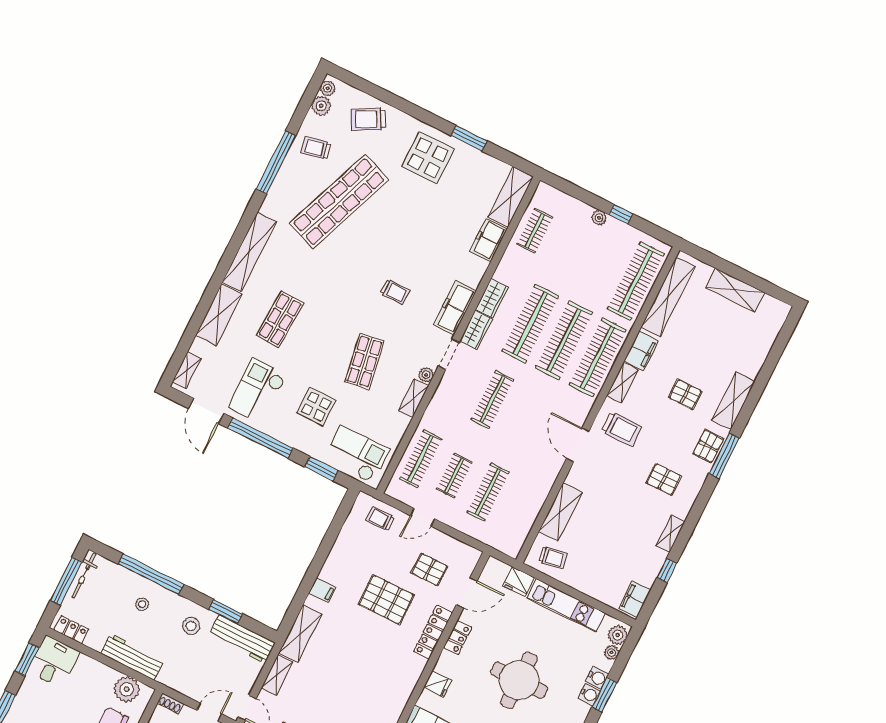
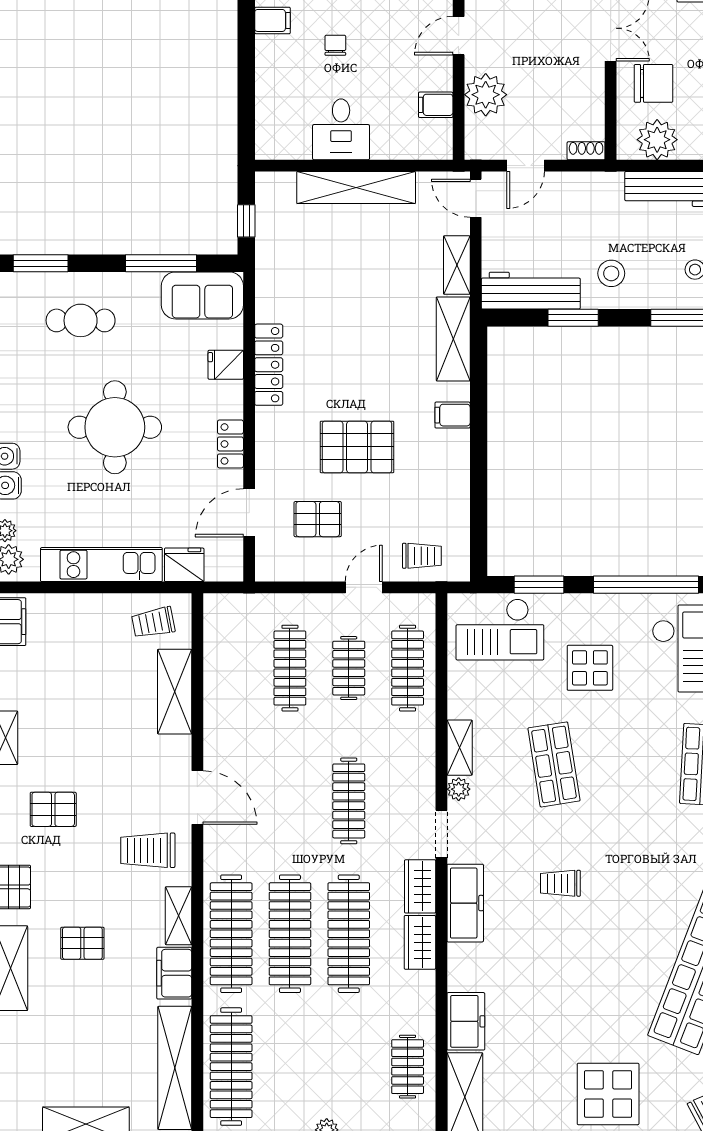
locker: (433, 632) -> (269, 365), moved

